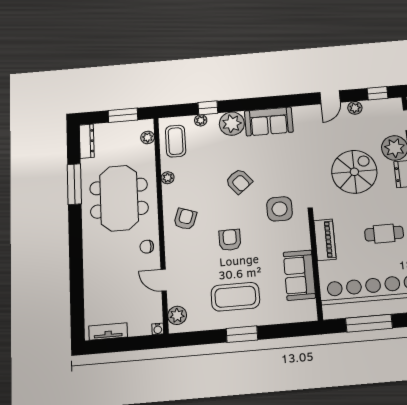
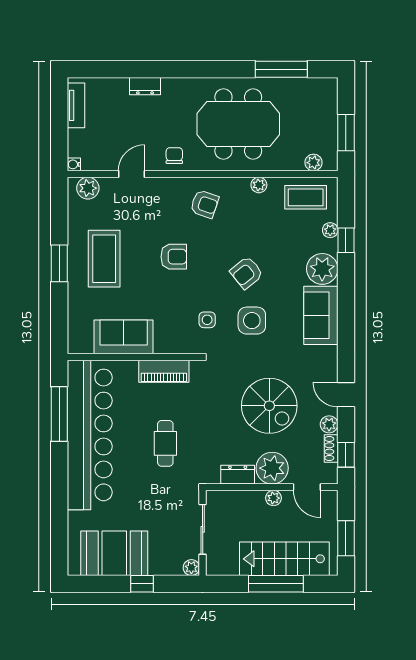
shoe rack: (374, 105) -> (331, 448), added
dresser: (87, 141) -> (145, 86), moved, width x0.70
spiral stairs: (354, 172) -> (269, 406), moved
side table: (277, 174) -> (252, 321), added
window: (74, 184) -> (281, 69), moved
side table: (280, 209) -> (207, 320), width x0.54, depth x0.54

